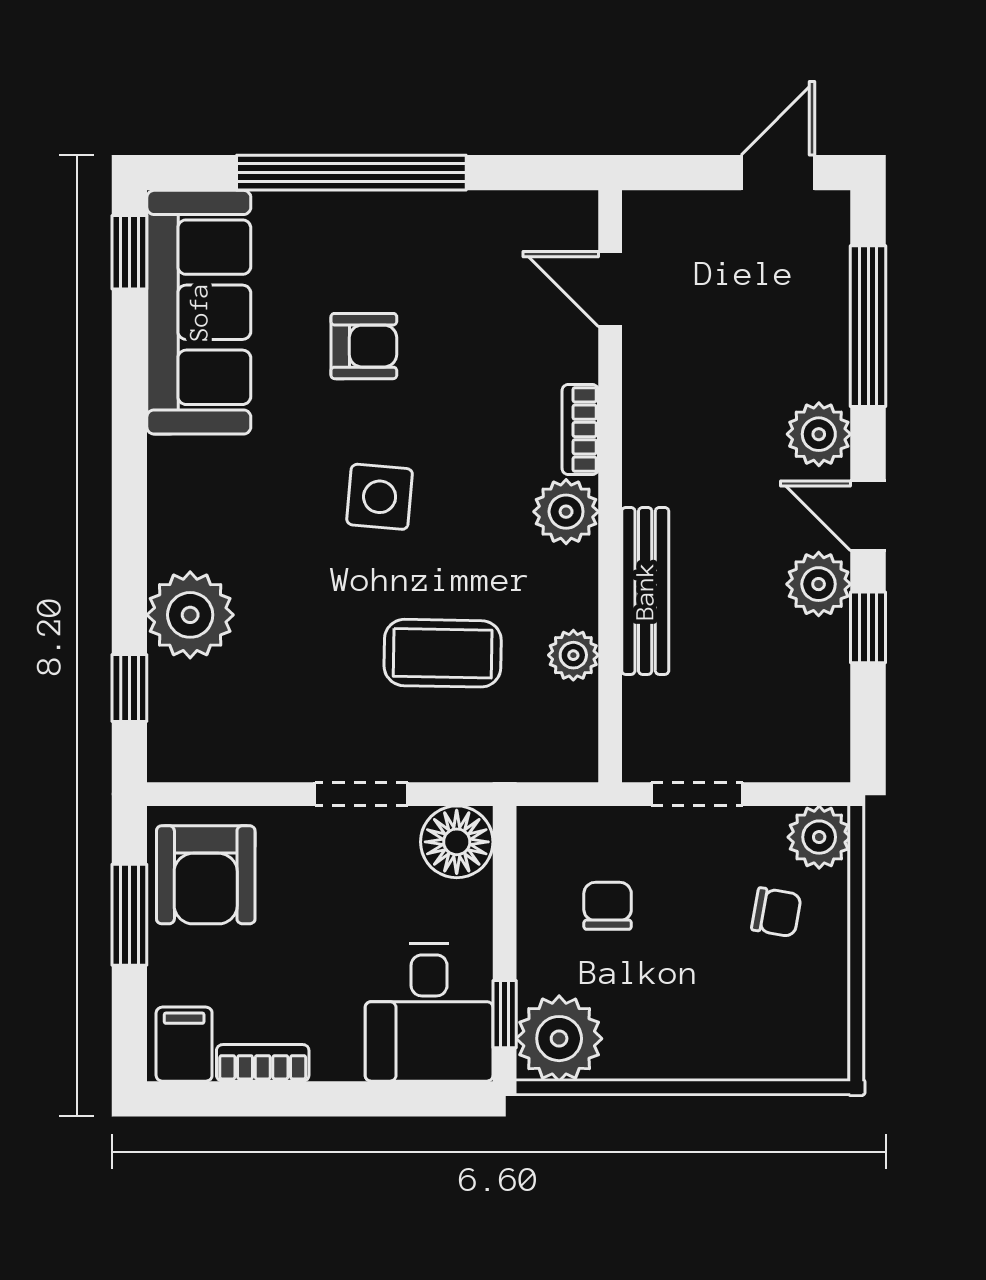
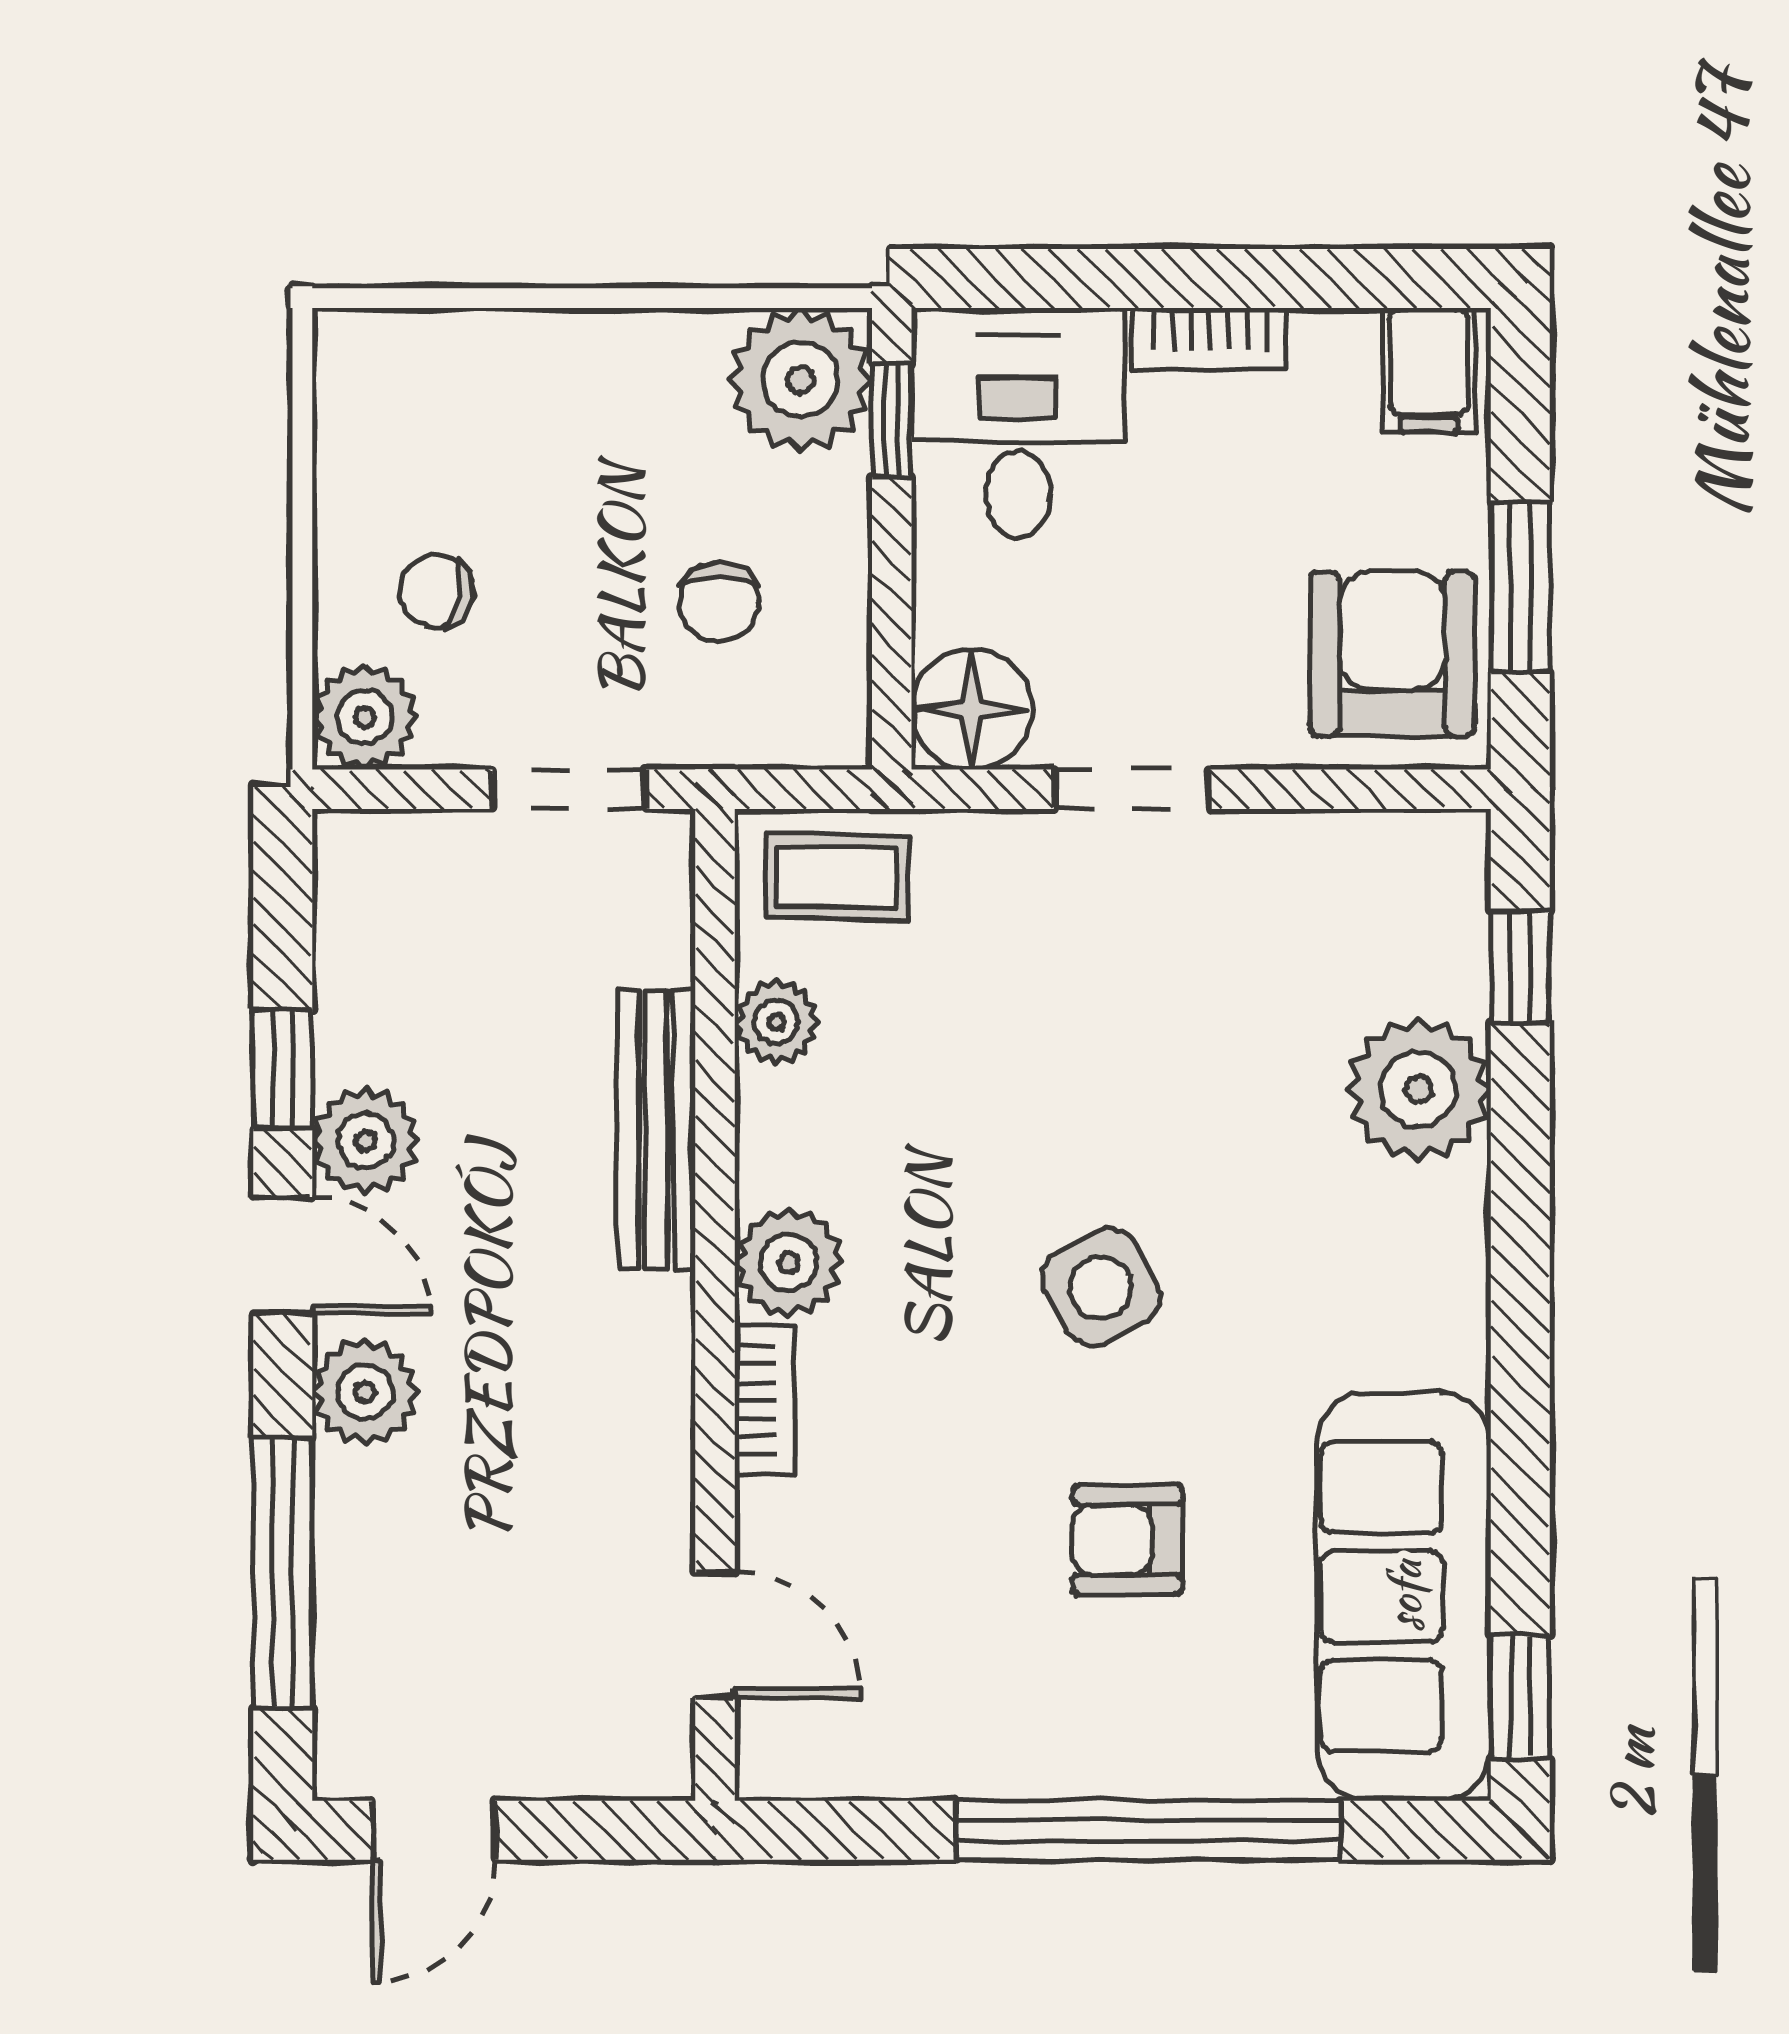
side table: (380, 497) -> (1101, 1287), turned -33
coffee table: (443, 653) -> (837, 877), moved, width x0.73, depth x0.77
bookcase: (263, 1063) -> (1210, 339), moved

